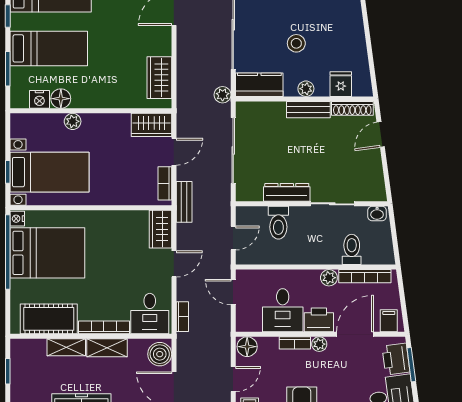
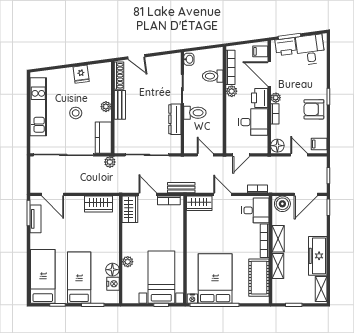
fridge: (341, 84) -> (81, 74), moved, turned -98
toilet: (278, 223) -> (195, 113), moved

